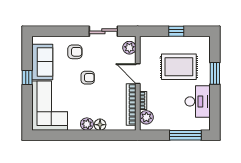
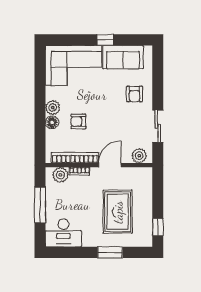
window: (176, 31) -> (158, 227), moved
armchair: (88, 78) -> (78, 121), moved, turned 90
desk: (198, 101) -> (63, 233), moved
window: (185, 135) -> (40, 205), moved

